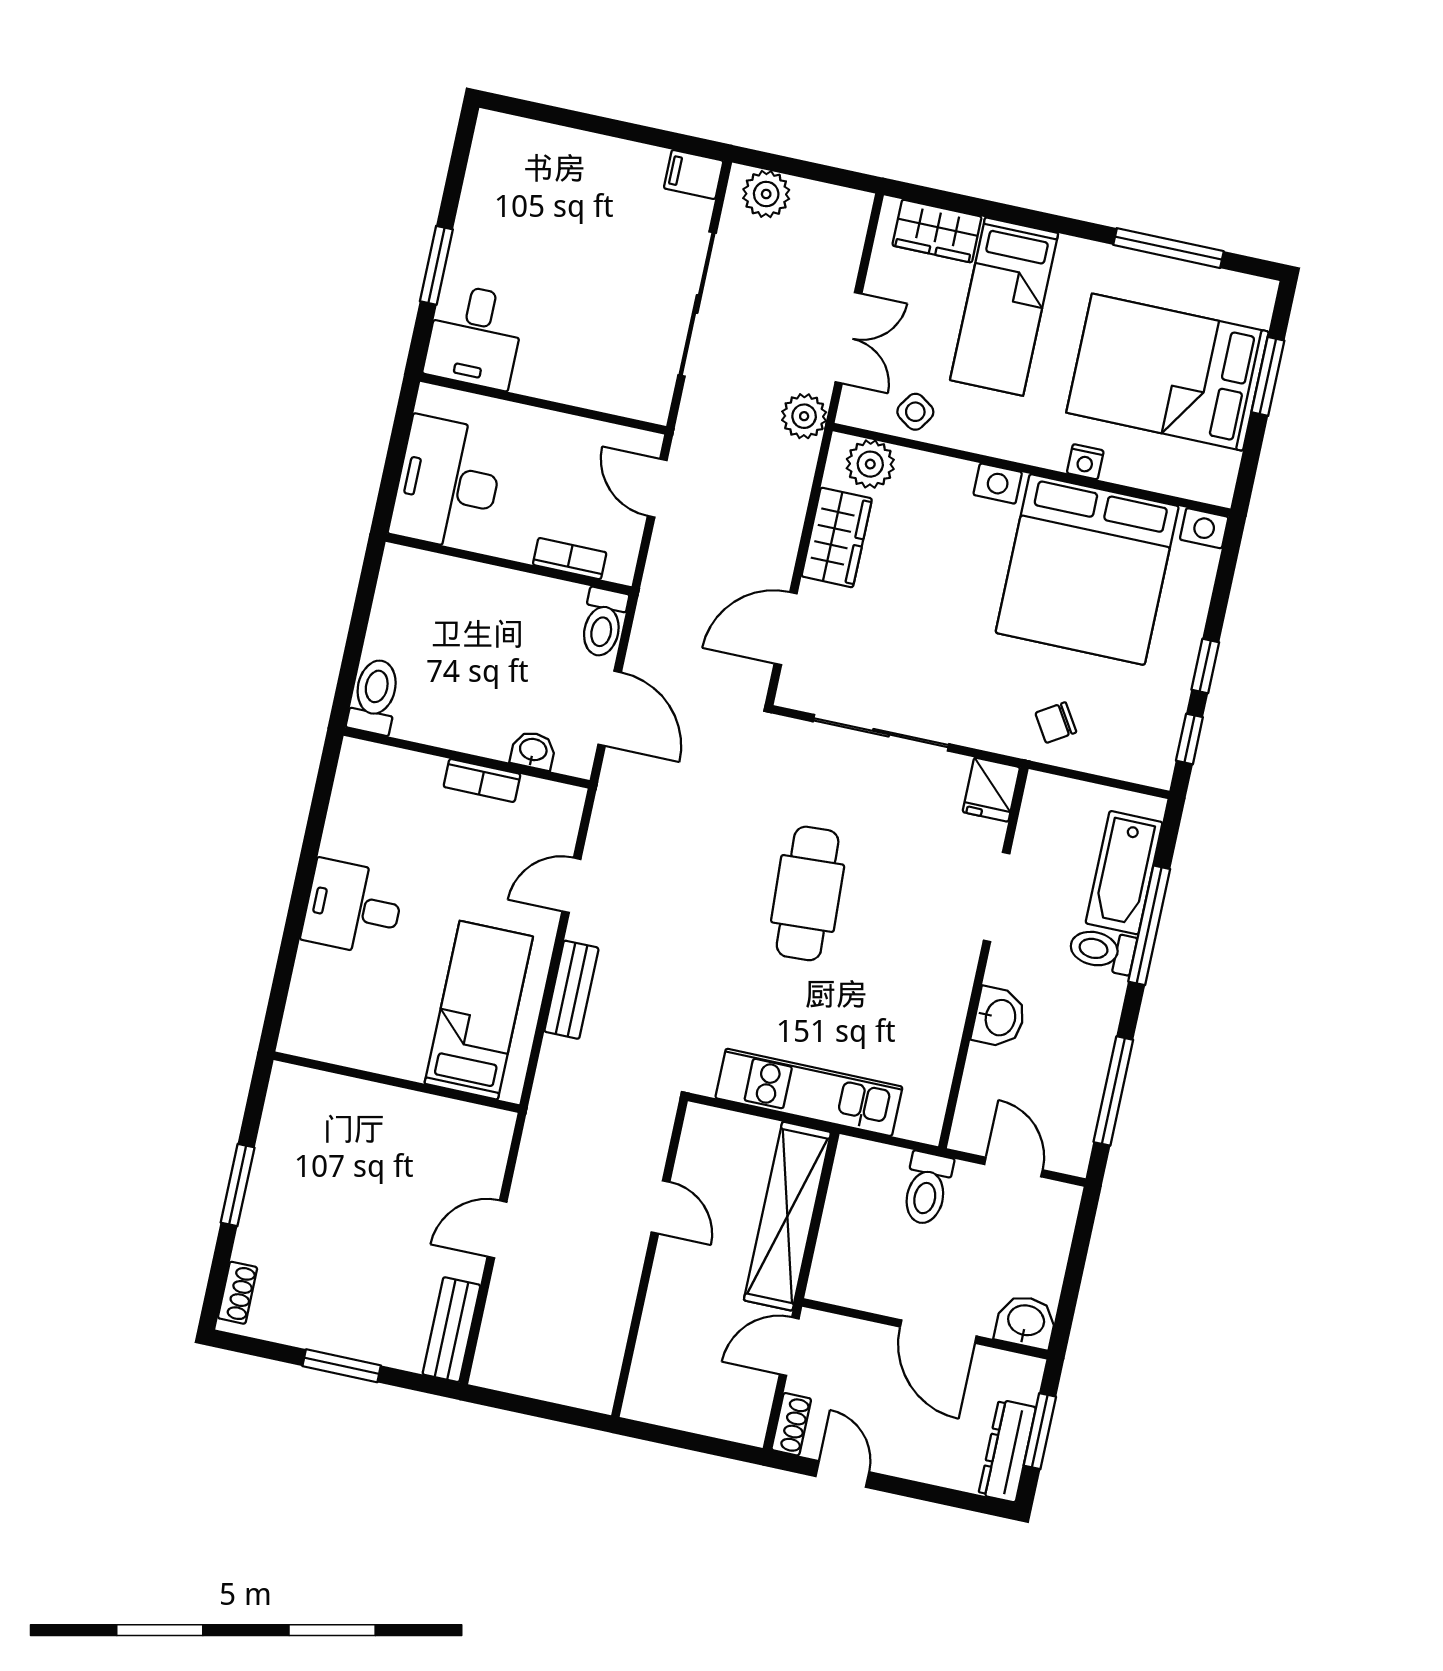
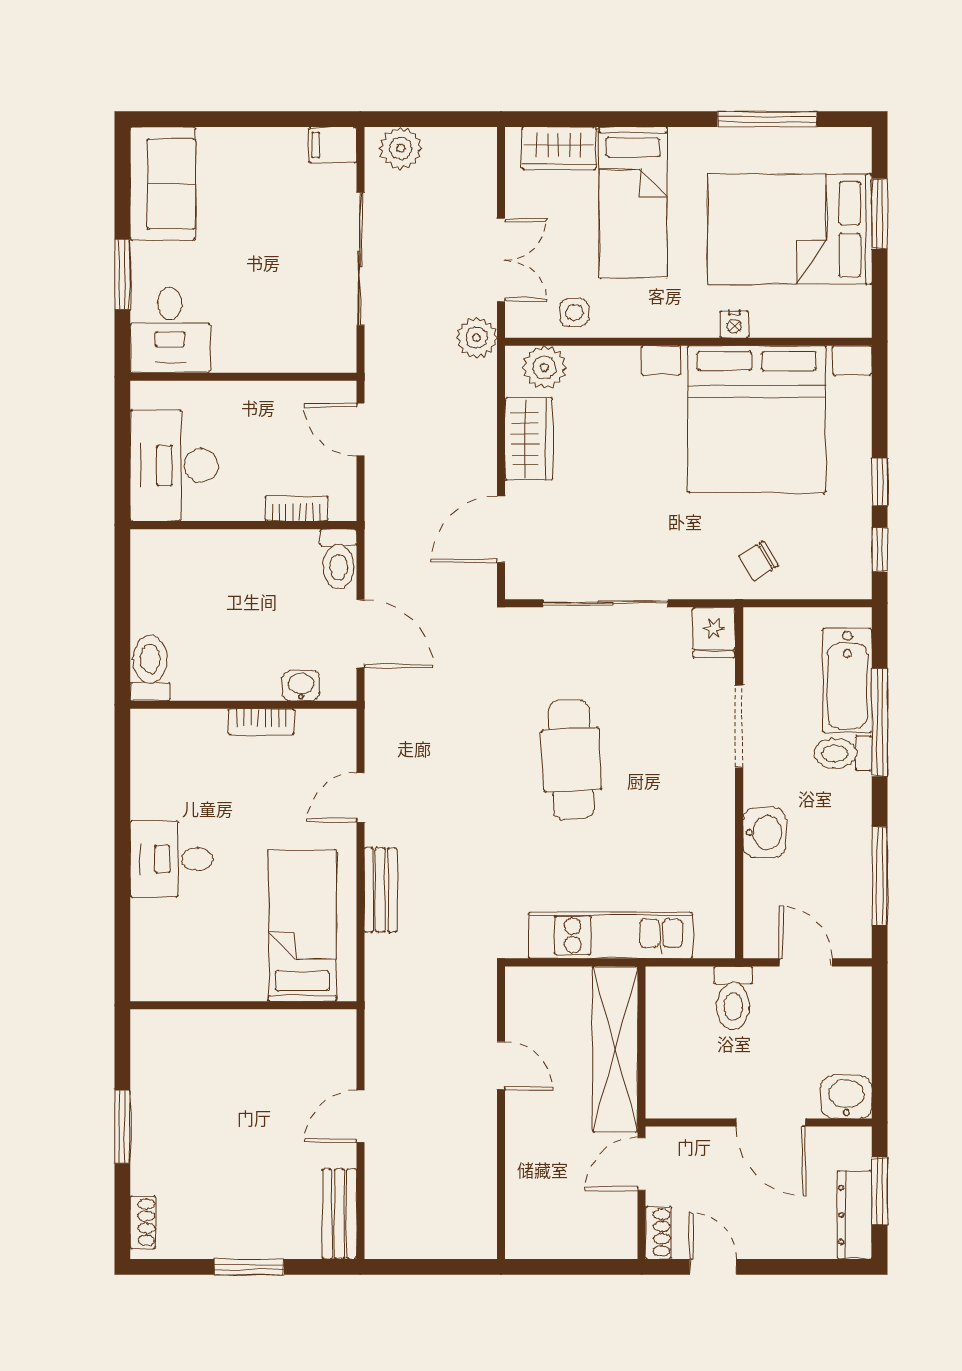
sofa: (501, 177) -> (163, 184), added
side table: (915, 412) -> (574, 312), turned -38

